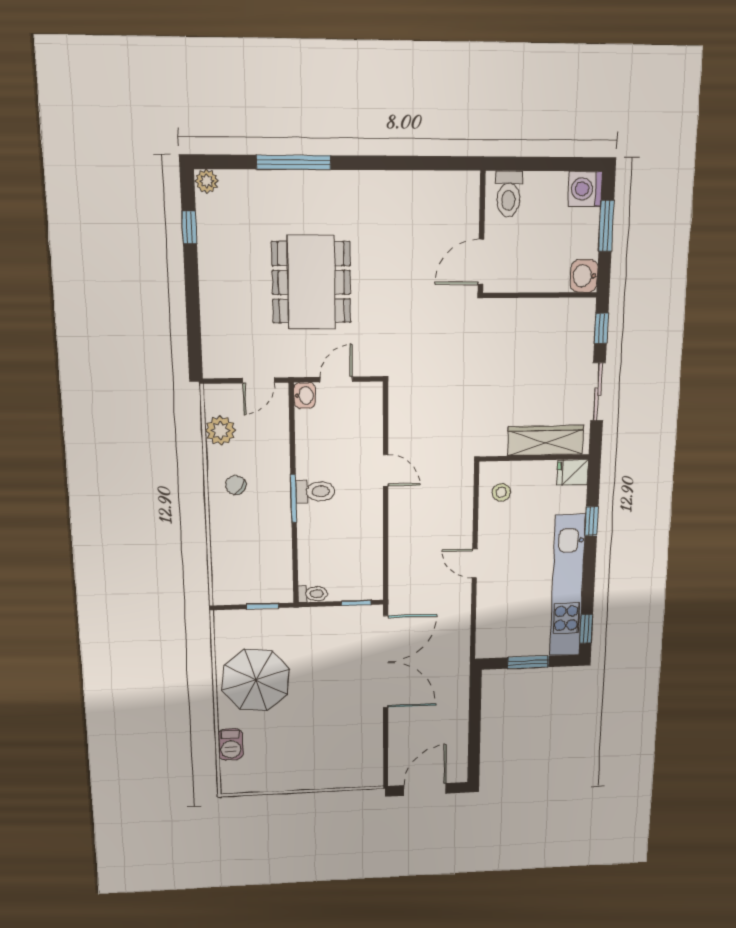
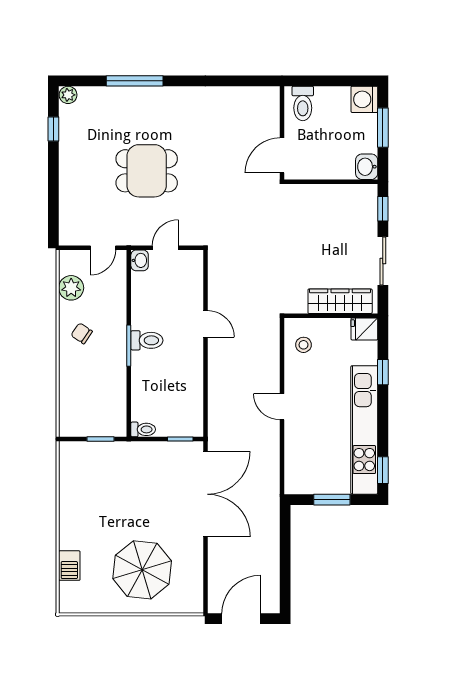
dining table: (311, 282) -> (147, 171), width x0.73
parasol: (256, 680) -> (142, 570), moved

